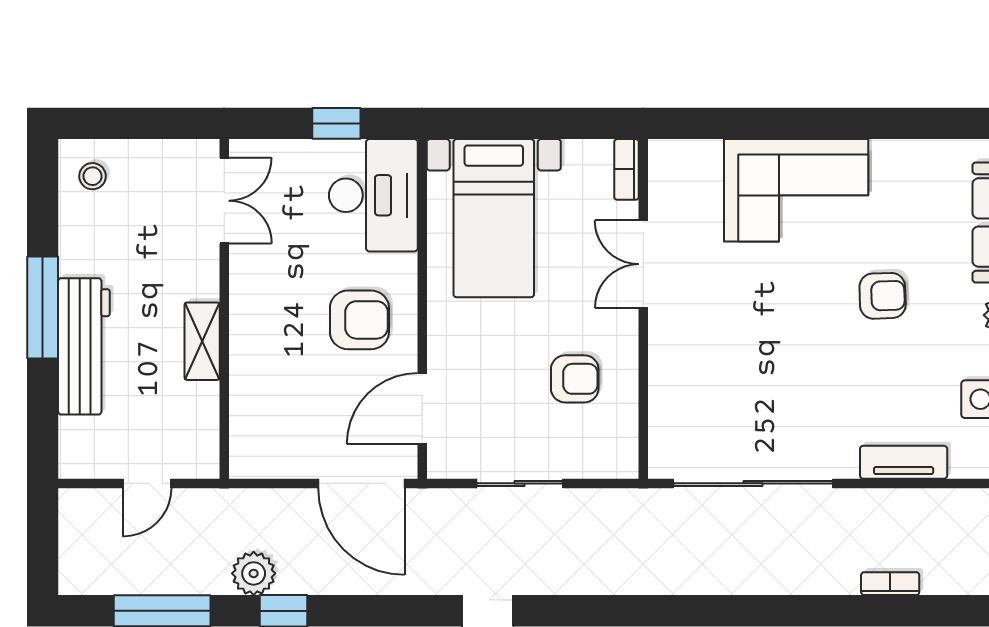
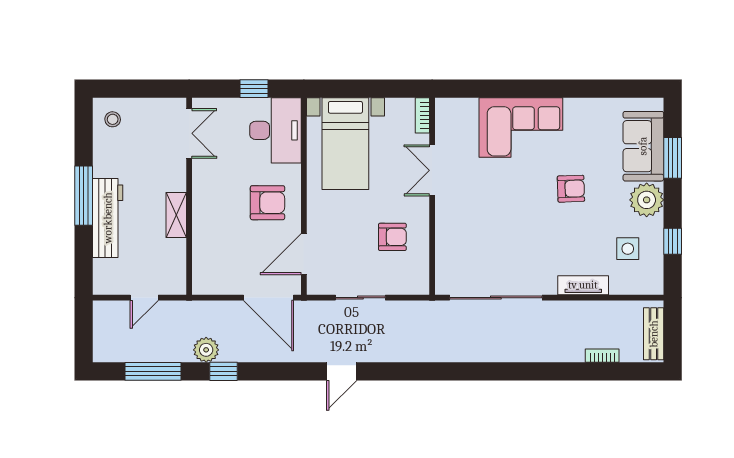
bookcase: (890, 584) -> (602, 356), moved

